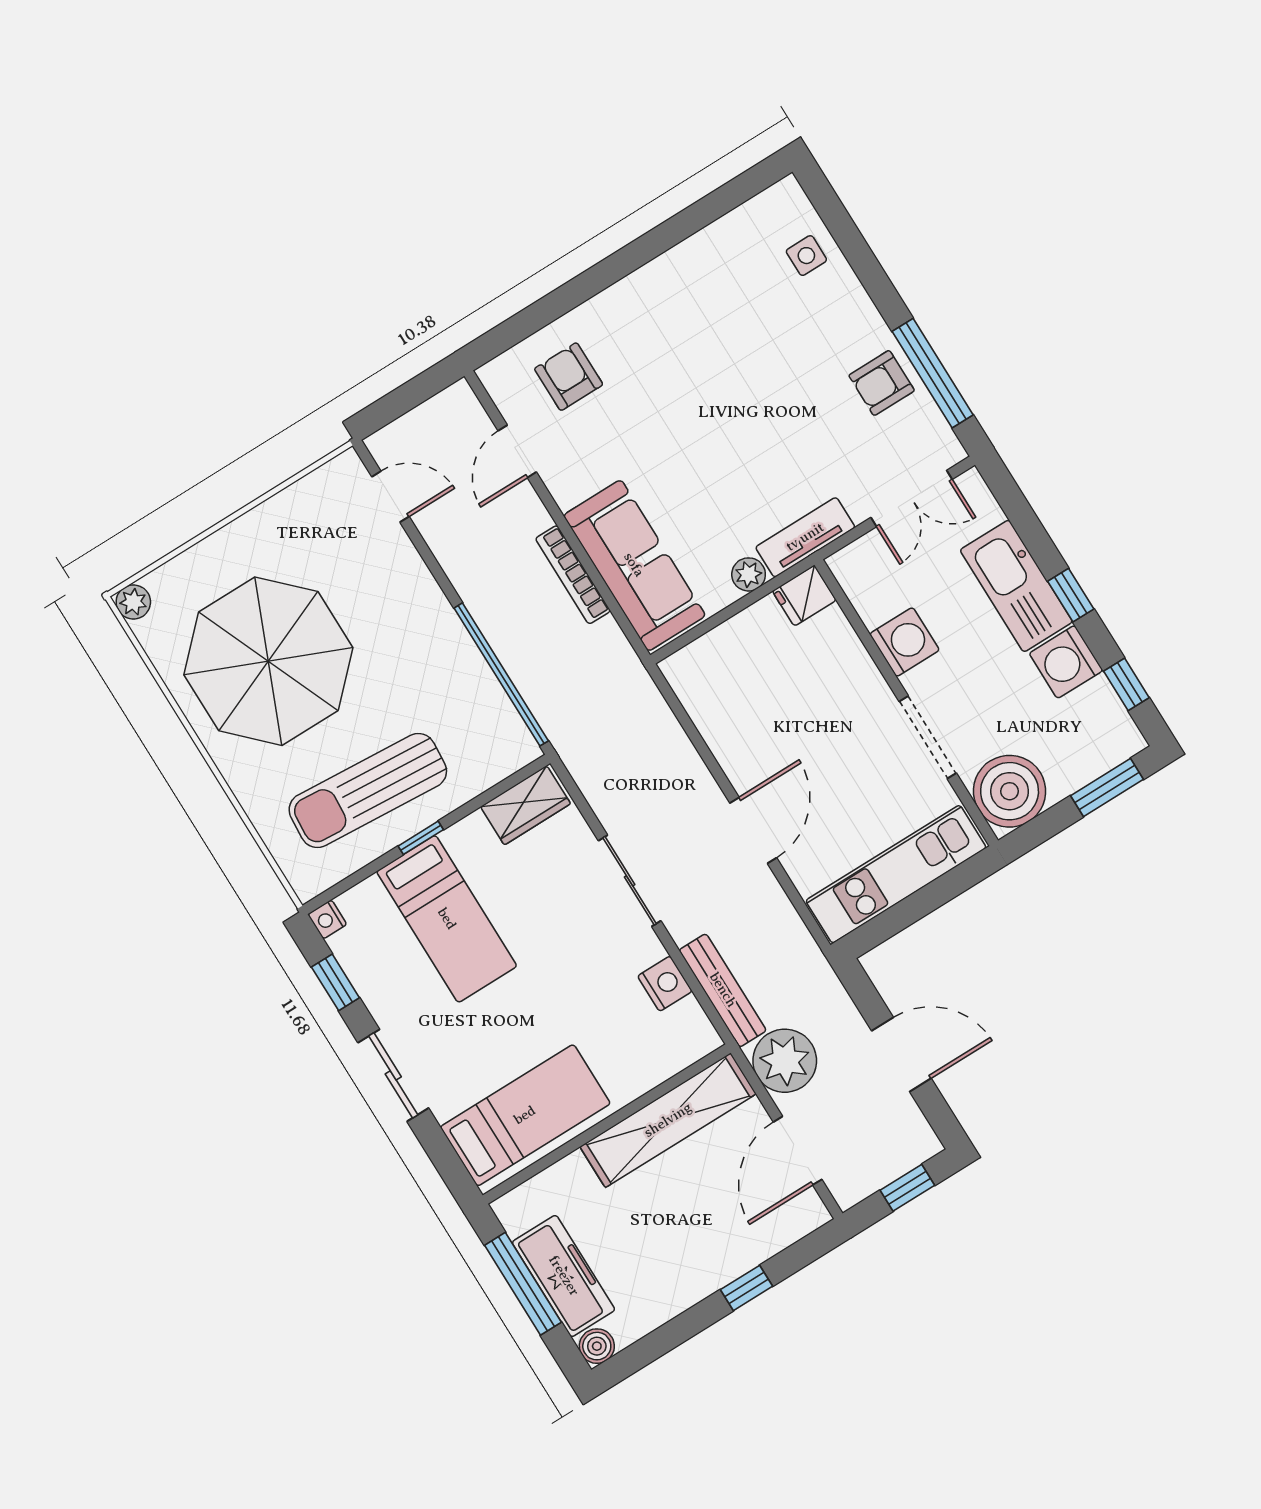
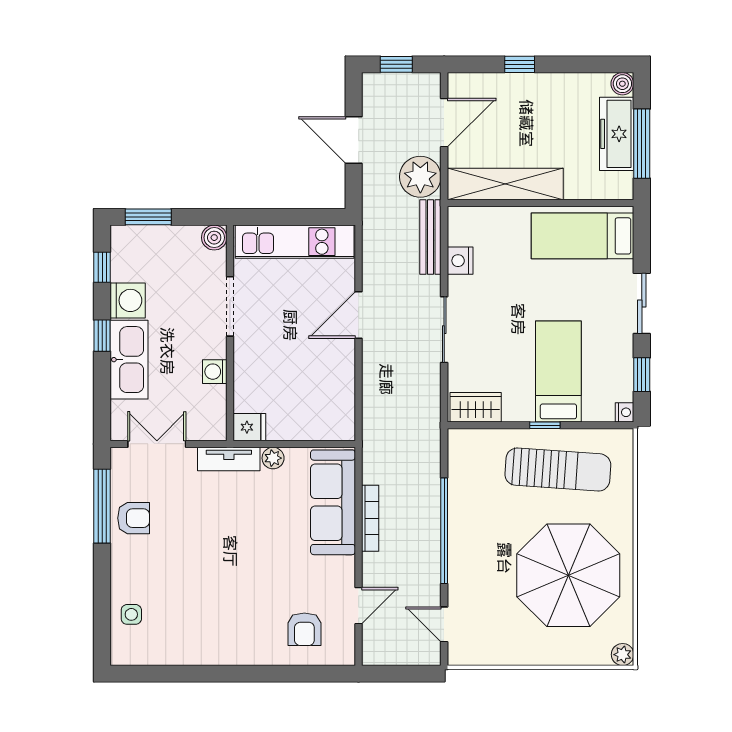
washing machine: (904, 642) -> (215, 372), width x0.73, depth x0.73
window: (501, 674) -> (444, 531), moved
boiler: (1010, 791) -> (214, 238), width x0.54, depth x0.54

